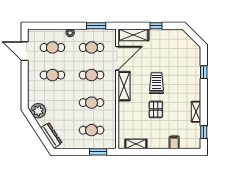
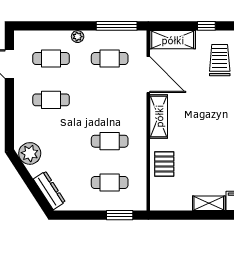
window: (96, 26) -> (117, 26), width x1.44
door: (117, 58) -> (148, 75), hinge flipped
cafe table: (91, 75) -> (110, 100), removed
trolley: (157, 83) -> (220, 60), moved
pallet: (156, 109) -> (164, 164), moved
shelving: (136, 144) -> (209, 203), moved

